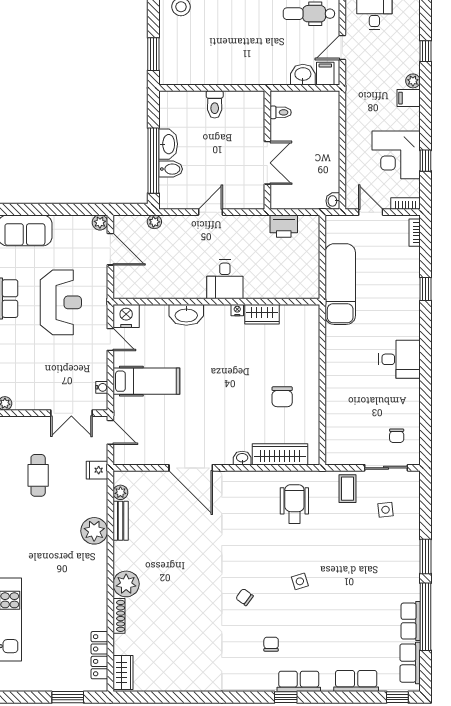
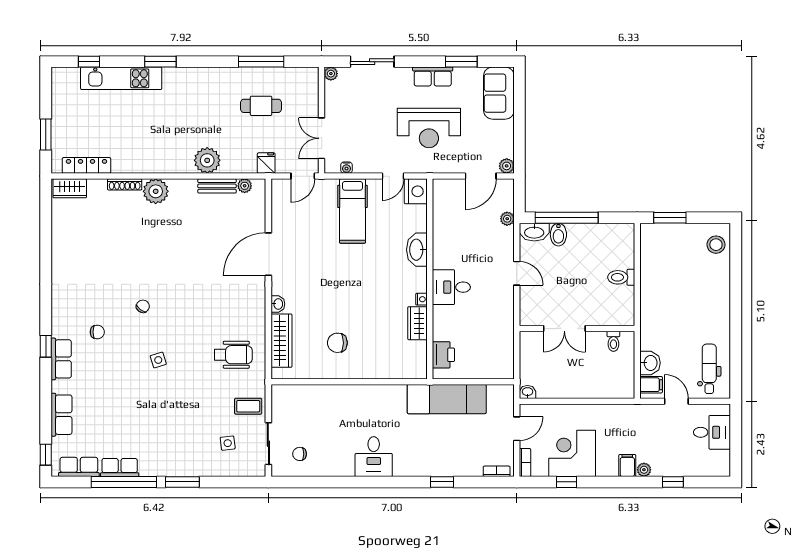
washbasin: (168, 144) -> (534, 232), moved
printer: (284, 226) -> (443, 355), moved, turned 180

